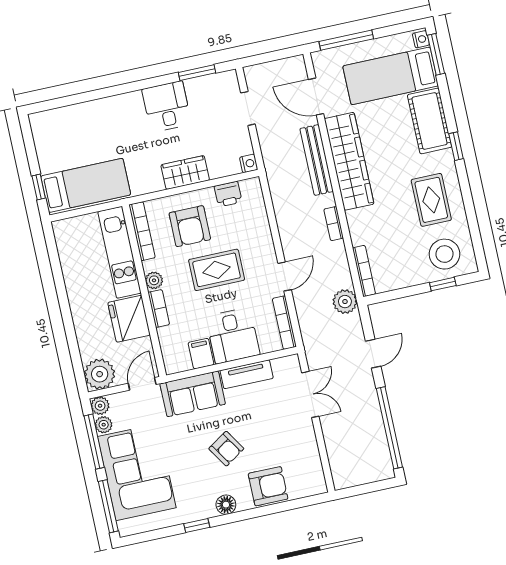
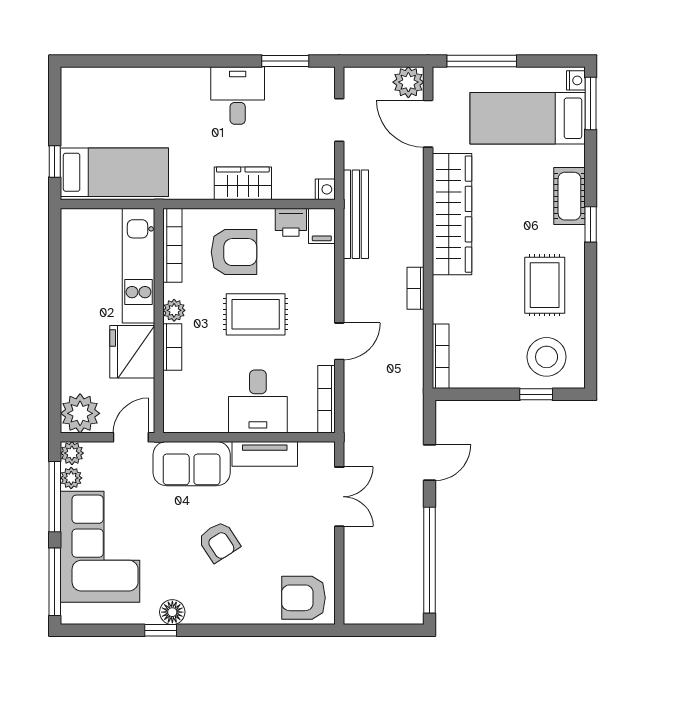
cot: (430, 121) -> (569, 196), width x0.73, depth x0.75
bench: (317, 160) -> (356, 214), moved
armchair: (190, 226) -> (234, 252), turned -90
plant: (345, 302) -> (408, 82), moved
filing cabinet: (201, 354) -> (322, 226), moved, turned 180
armchair: (268, 486) -> (303, 598), moved, turned 180
floor lamp: (226, 505) -> (172, 612), moved

